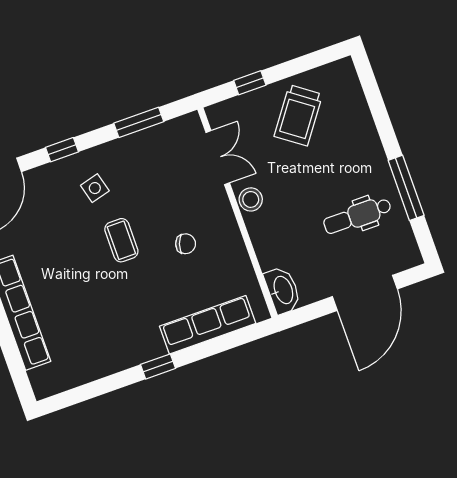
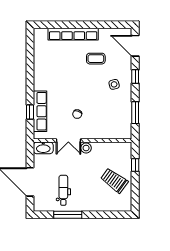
double door: (218, 158) -> (68, 140), moved
coffee table: (121, 240) -> (96, 59), moved
window: (158, 366) -> (30, 112), moved

